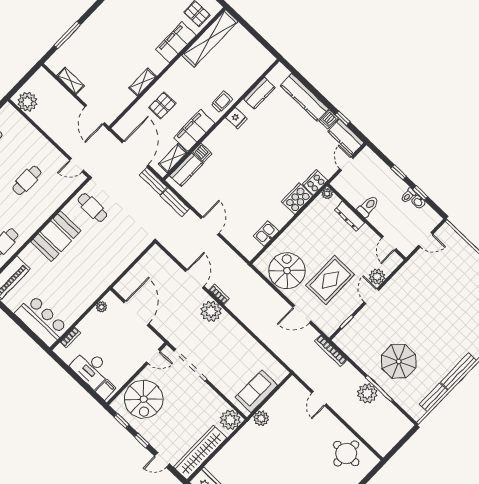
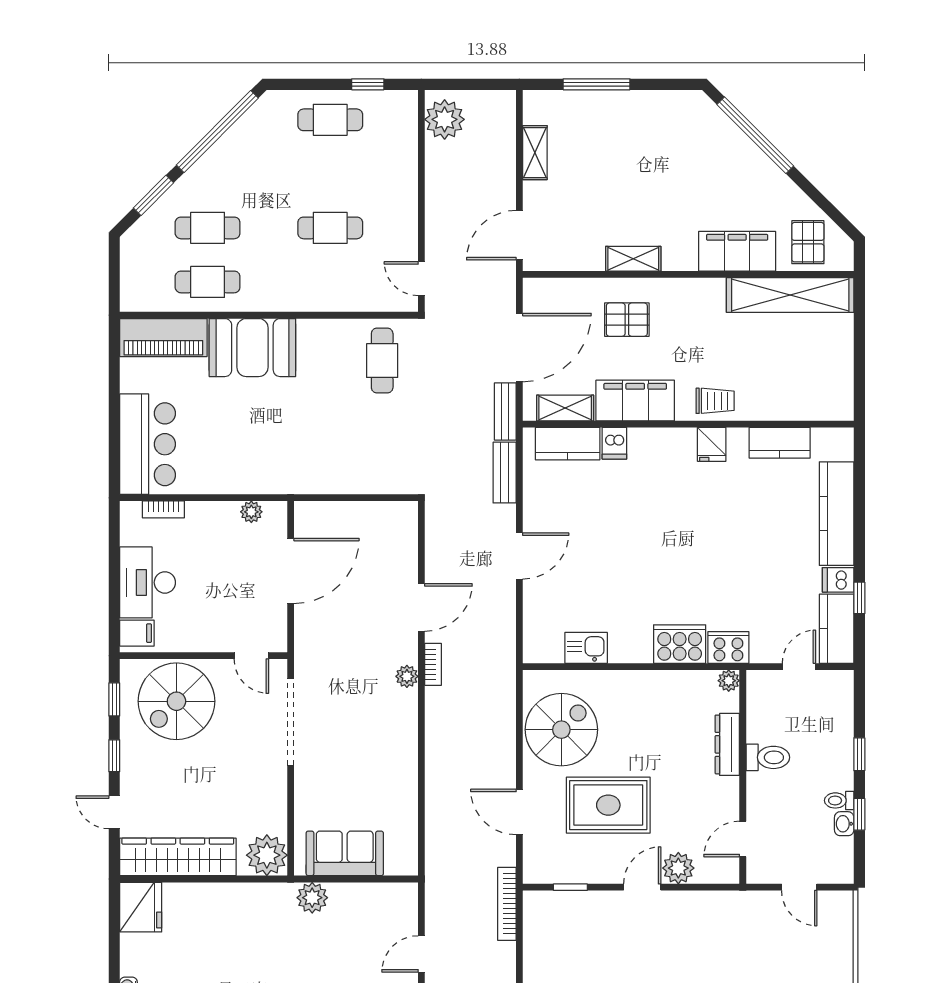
booth: (56, 236) -> (252, 348), moved
plant: (211, 311) -> (407, 676), width x0.53, depth x0.53

